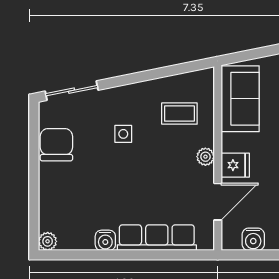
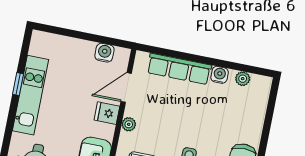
plant: (48, 241) -> (243, 79), moved

